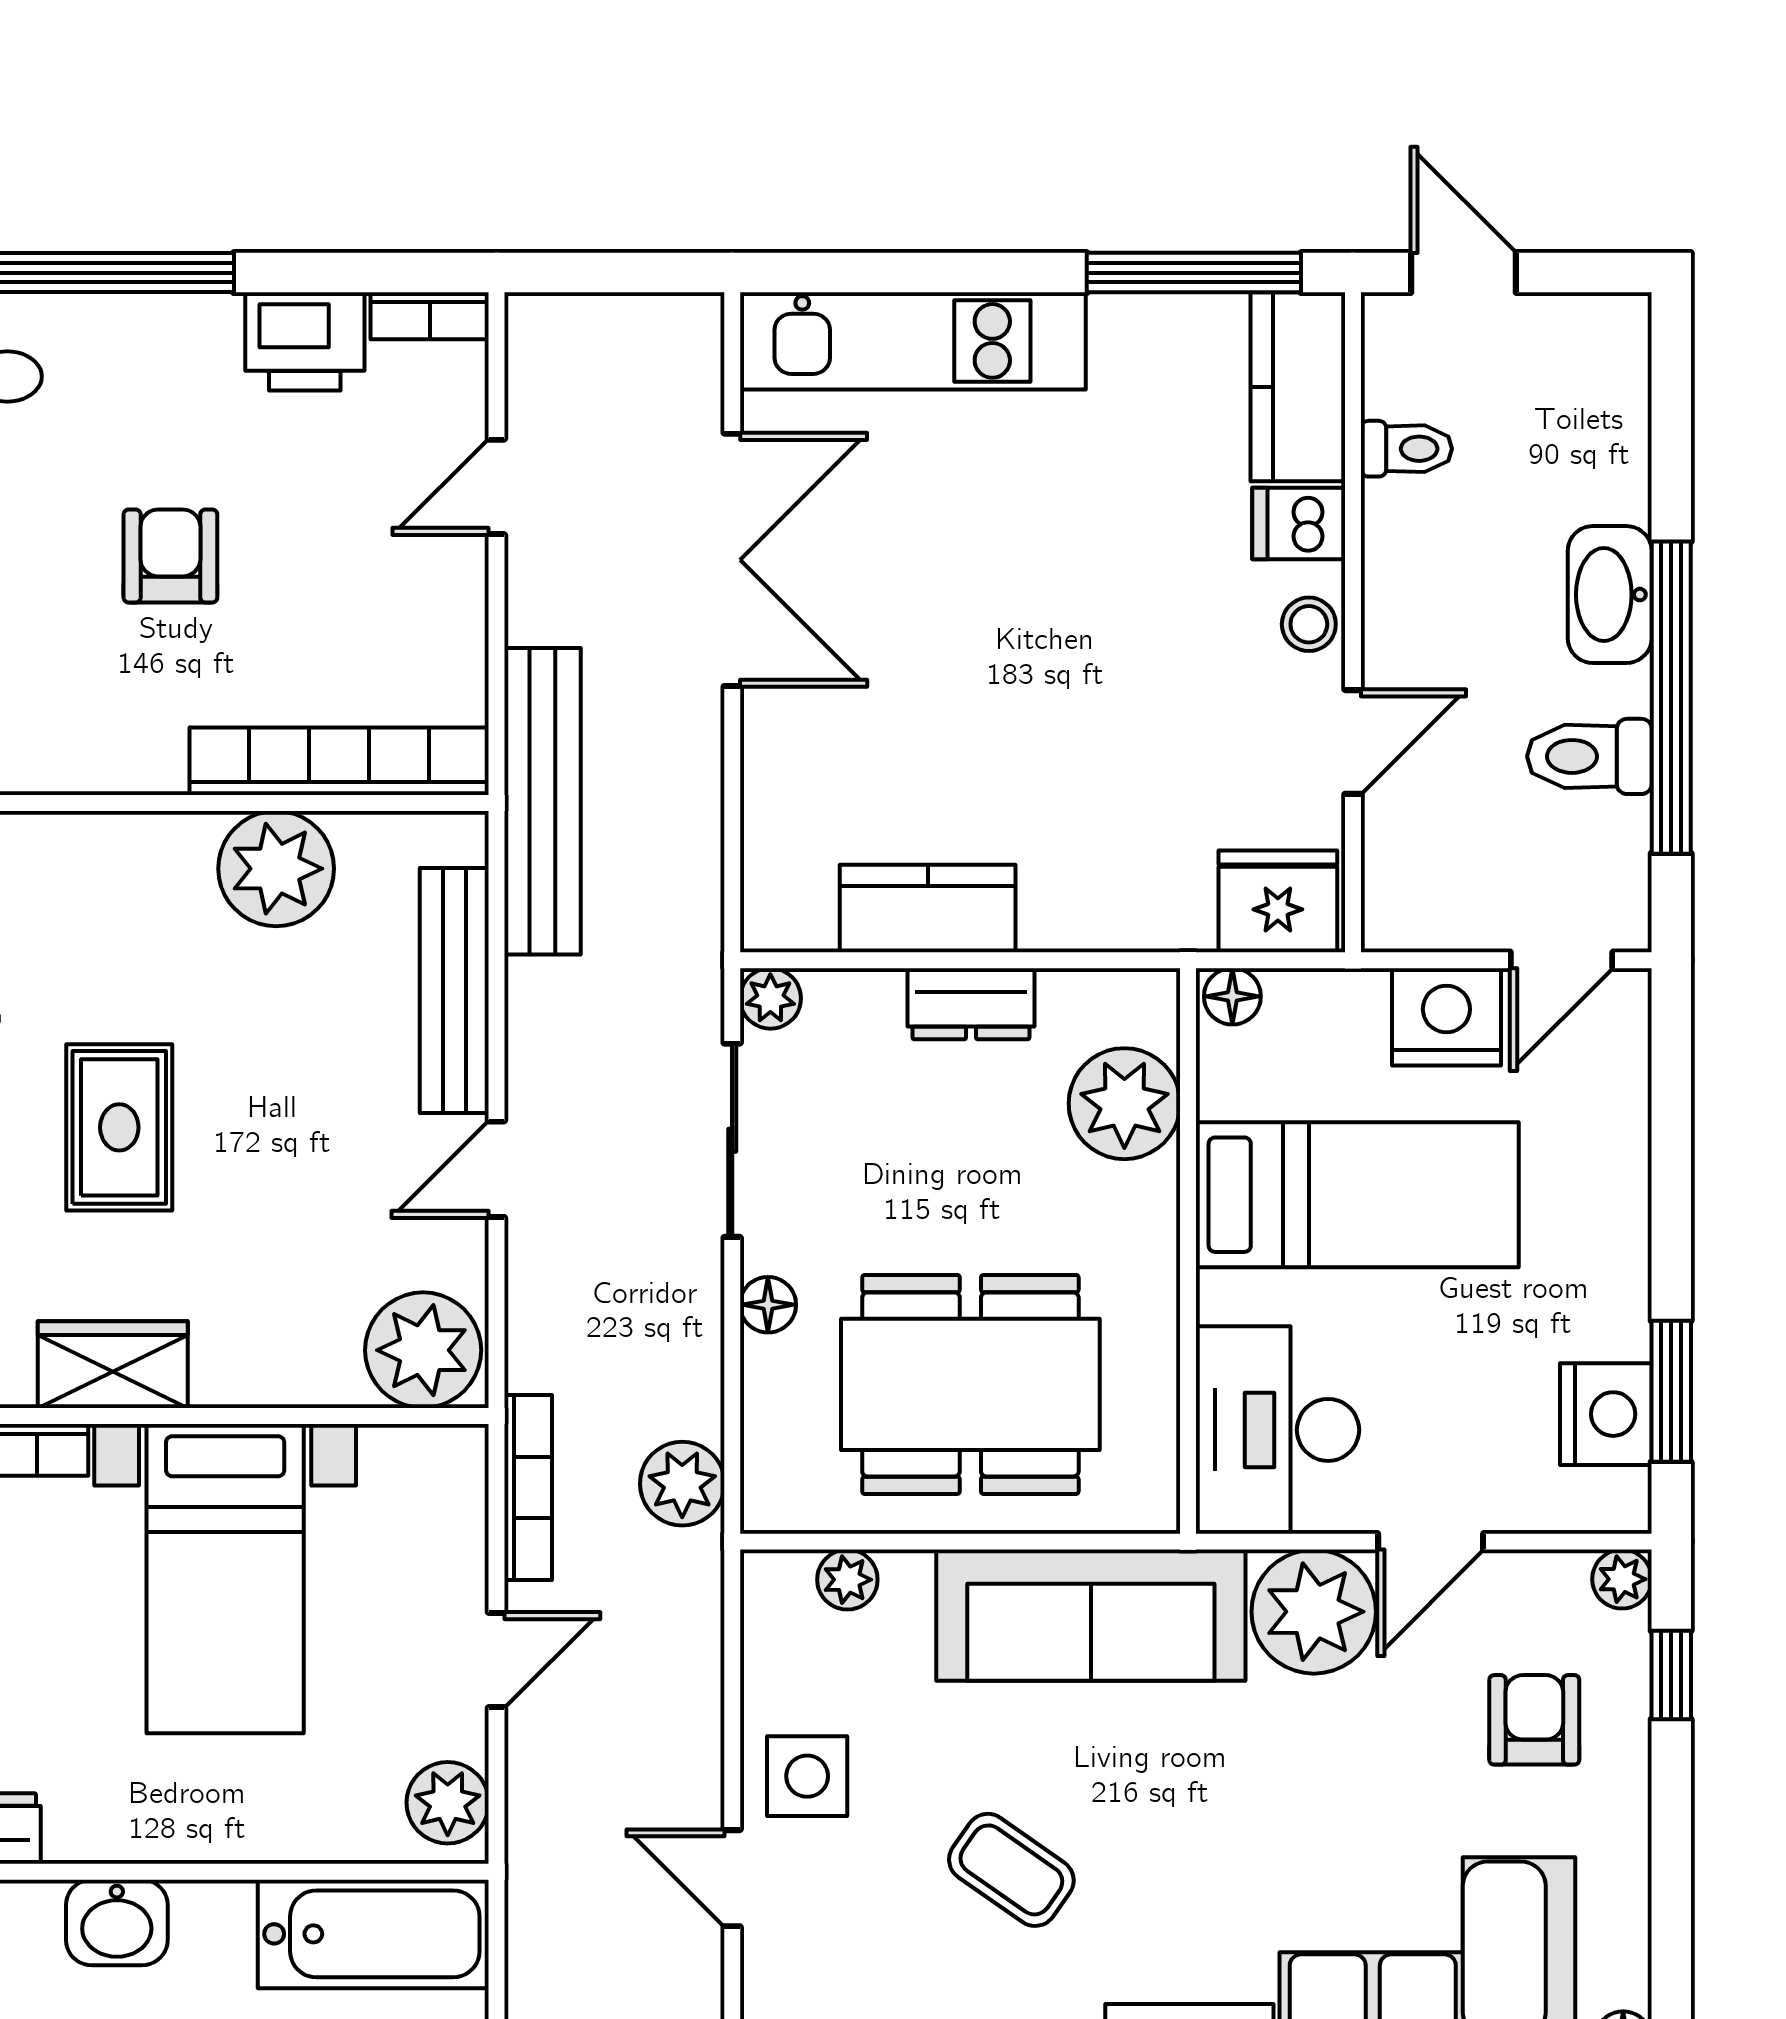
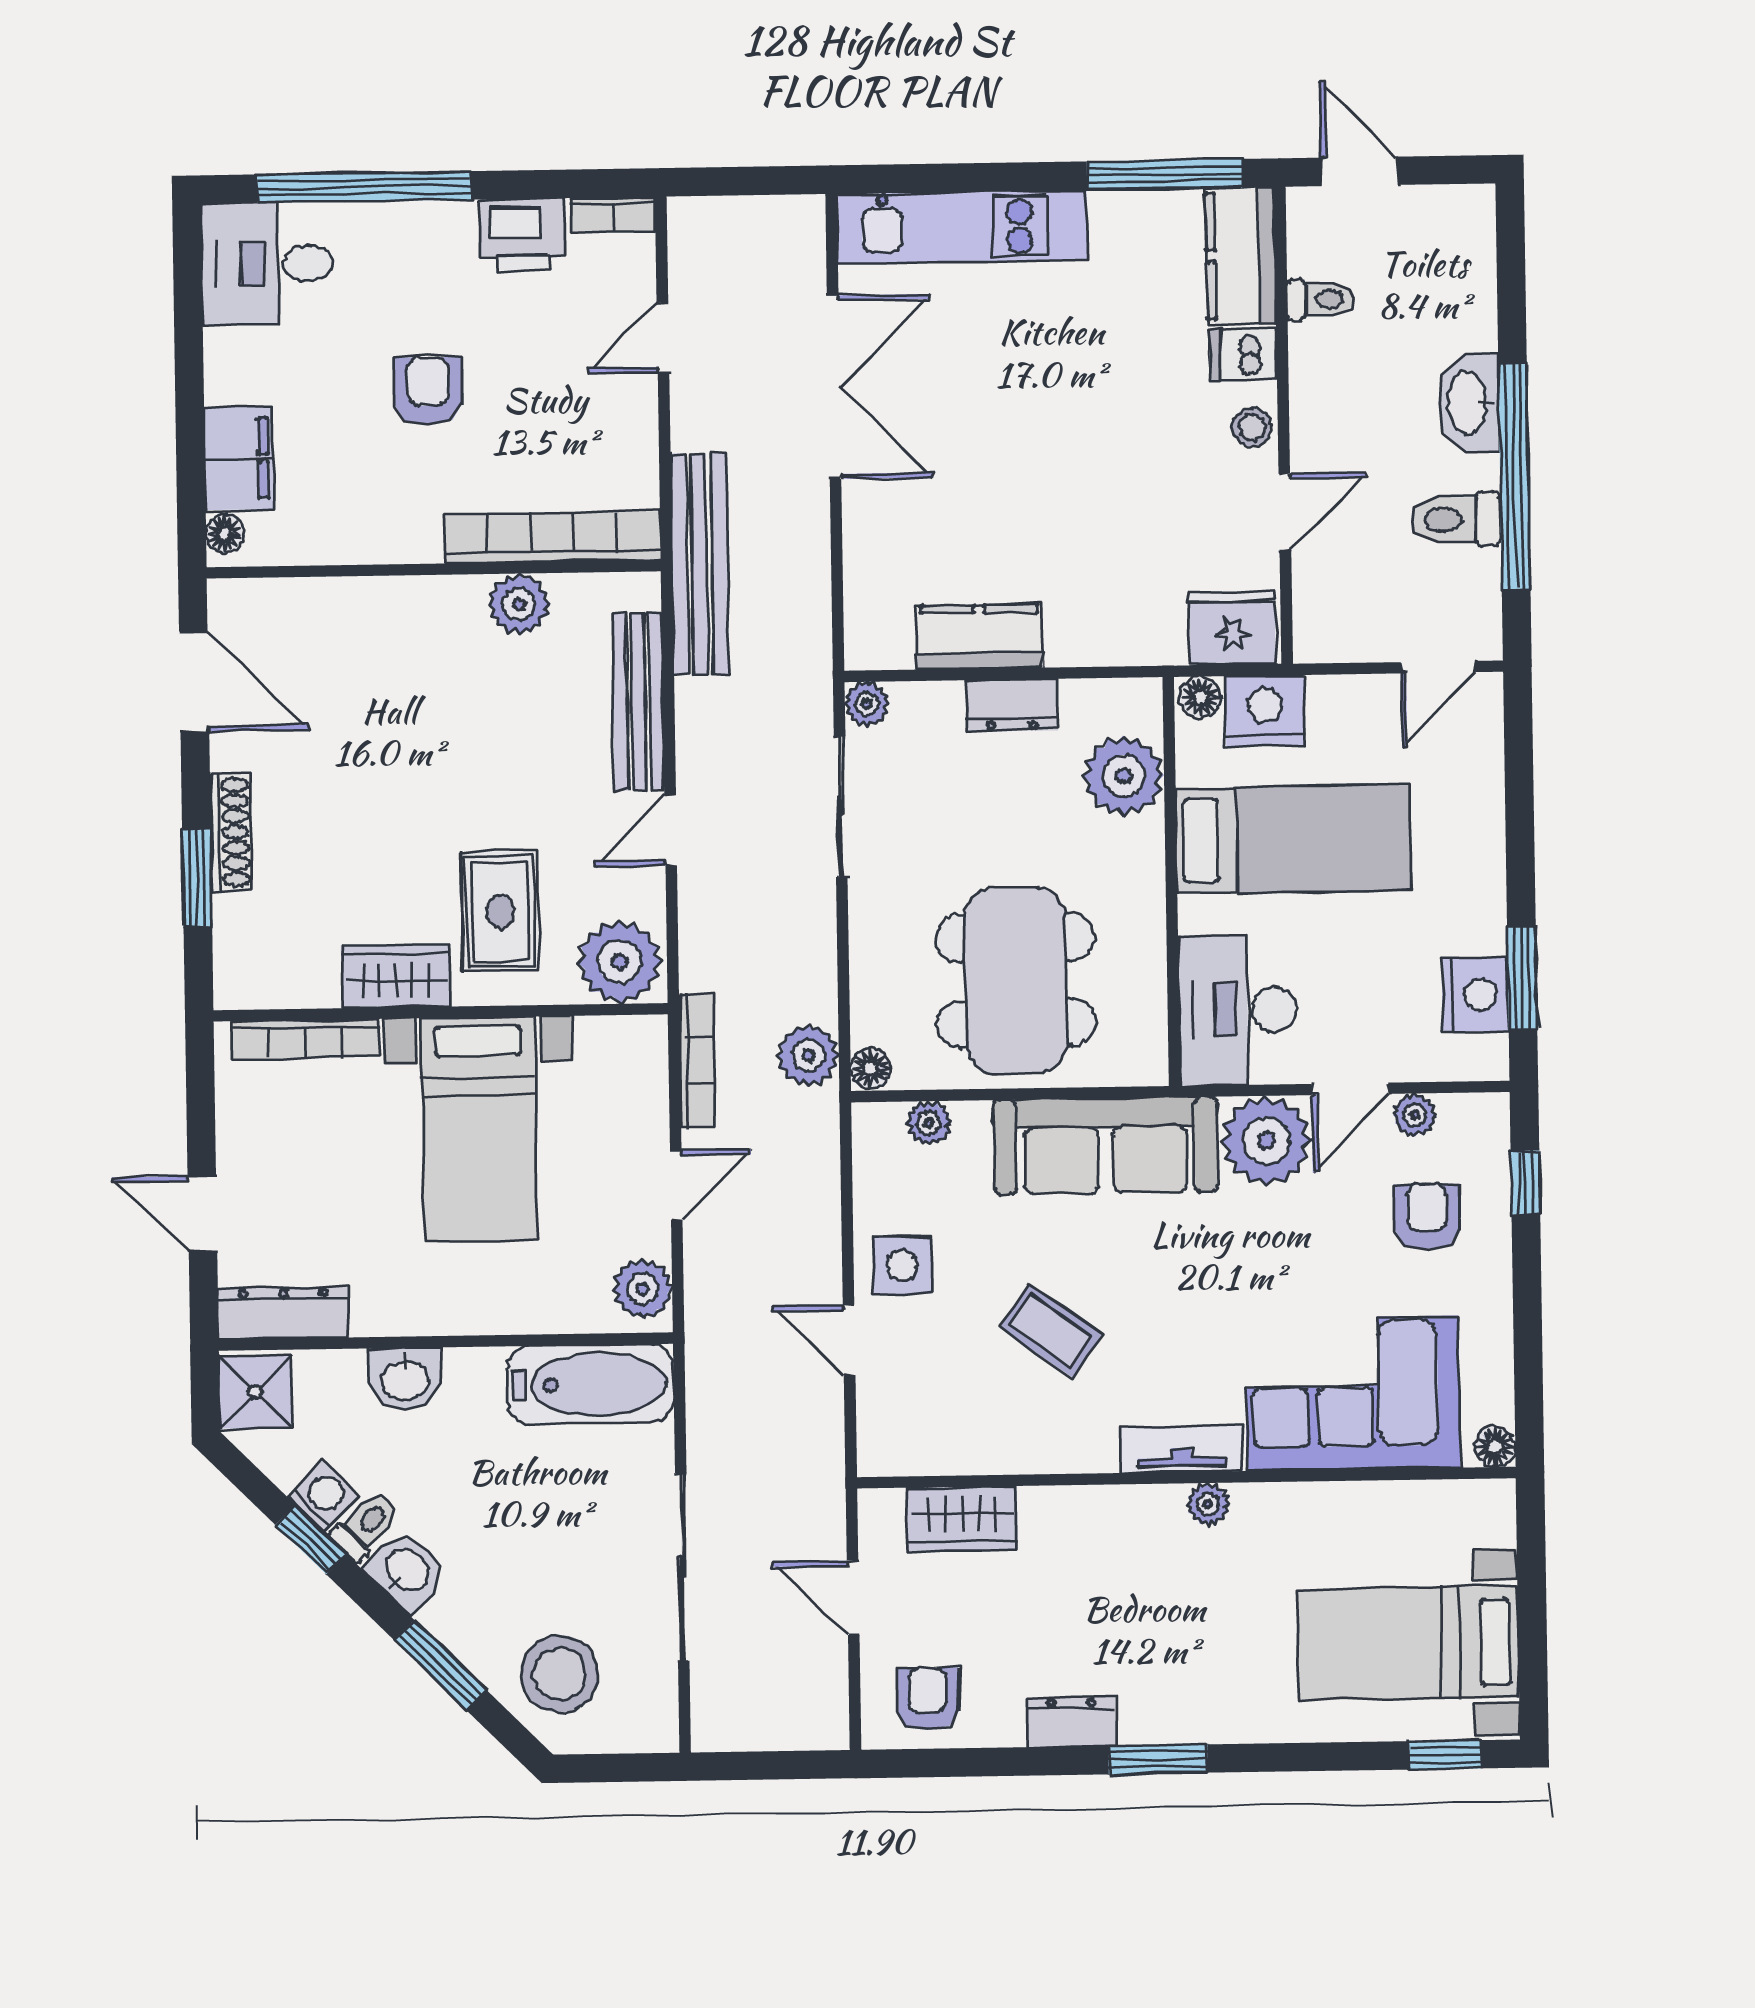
plant: (276, 869) -> (519, 604), width x0.73, depth x0.73
nightstand: (1446, 1017) -> (1265, 711), moved
rug: (119, 1127) -> (500, 912), moved
floor lamp: (768, 1305) -> (871, 1069), moved
dining table: (970, 1384) -> (1016, 980), turned 90
plant: (1622, 1579) -> (1415, 1115), moved

